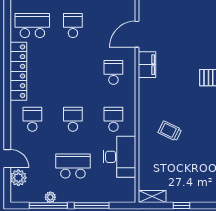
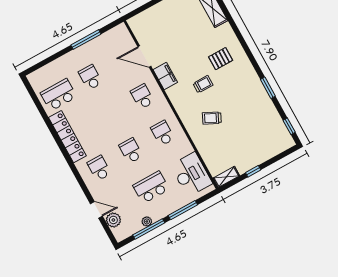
door: (137, 34) -> (144, 56), hinge flipped
trolley: (179, 93) -> (203, 84), added
desk: (119, 157) -> (191, 174), moved

